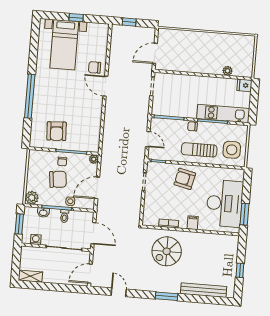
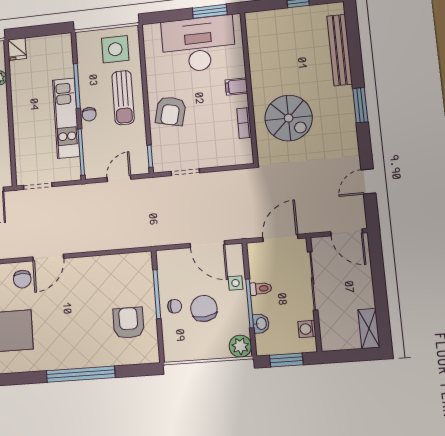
kitchen unit: (223, 114) -> (66, 118), moved
armchair: (57, 131) -> (128, 323), turned -87
plant: (94, 159) -> (163, 257), removed

